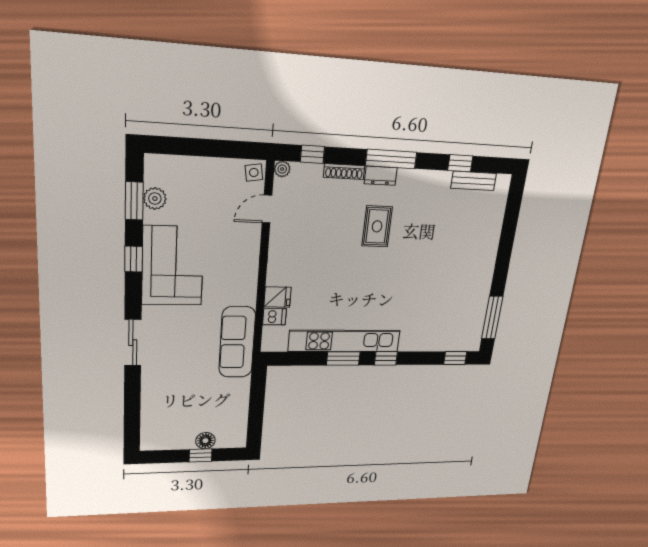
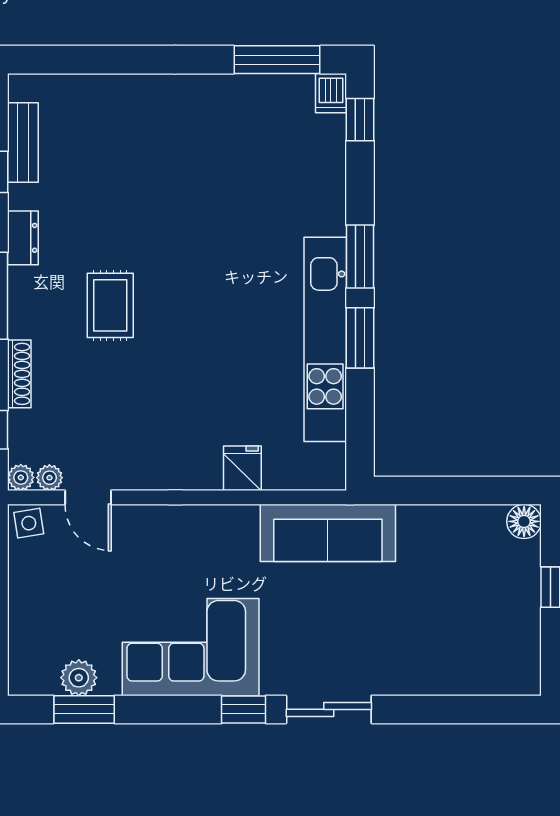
dresser: (381, 176) -> (23, 238), moved
plant: (281, 187) -> (49, 478), added
rug: (377, 226) -> (110, 305), turned 90
window: (134, 259) -> (244, 709), moved
dishwasher: (274, 317) -> (331, 93), moved, turned 180
window: (386, 358) -> (360, 257), width x1.50
floor lamp: (205, 441) -> (524, 521), moved

